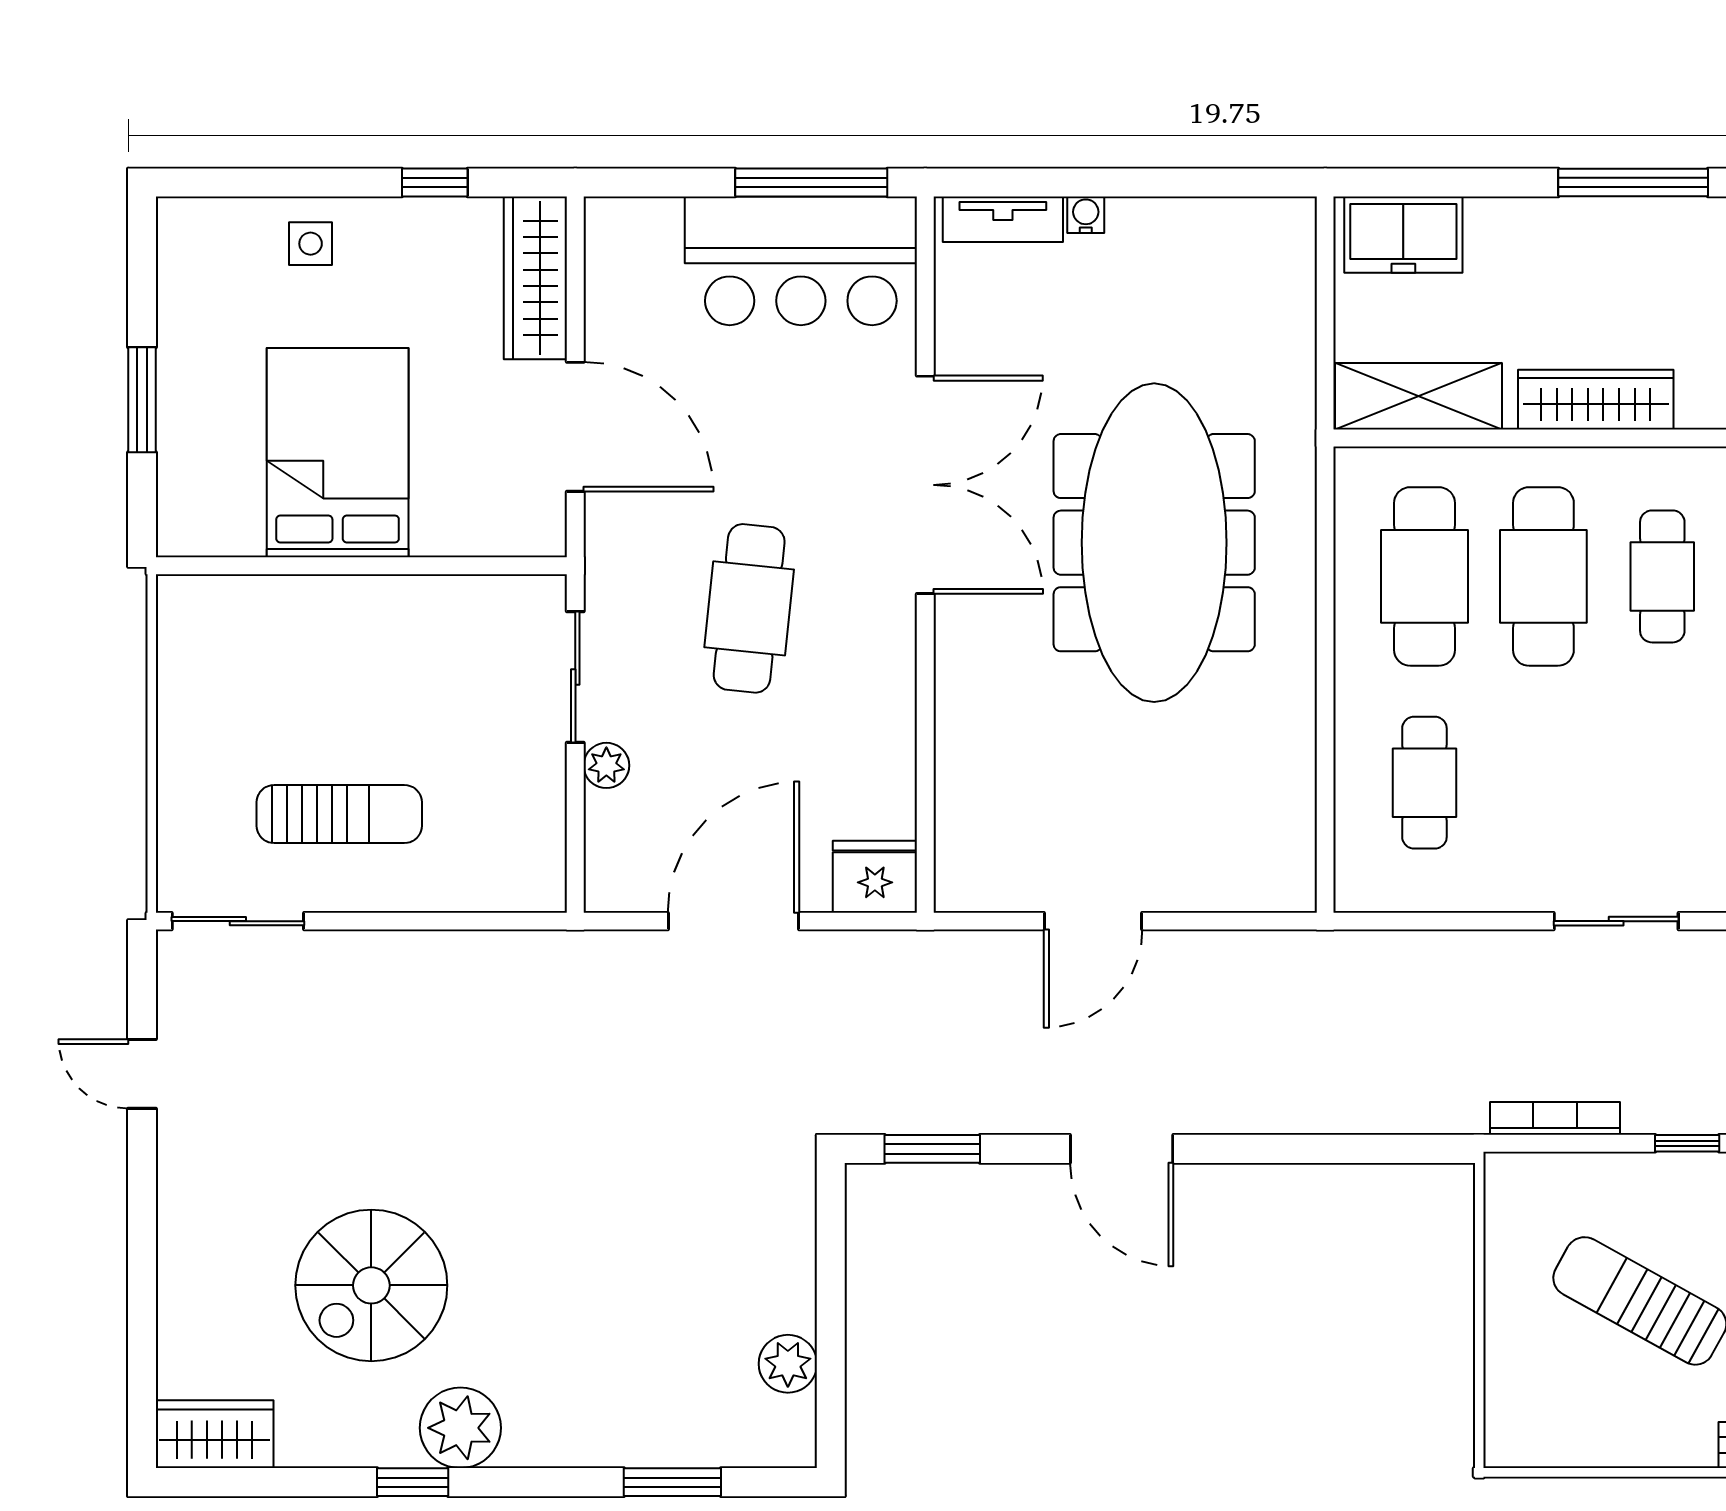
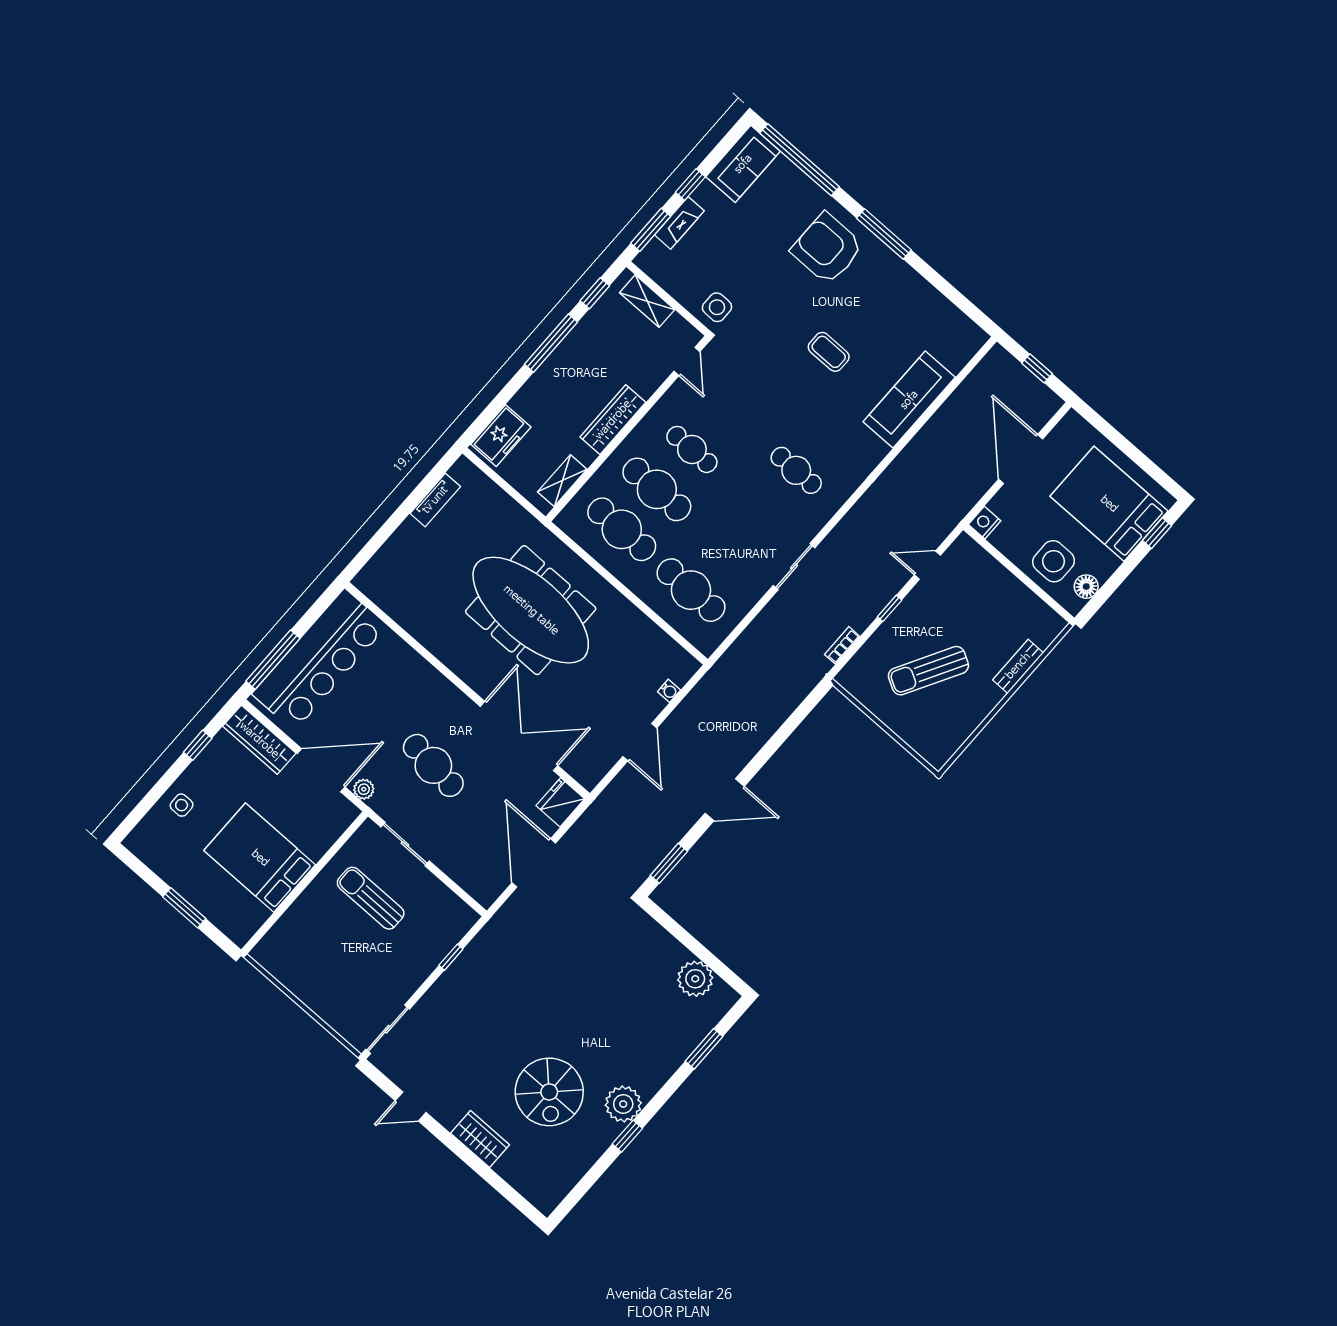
window: (811, 182) -> (273, 660), moved
water cooler: (1086, 215) -> (669, 691), moved, turned 180
tv unit: (1003, 219) -> (435, 500), moved
bar counter: (801, 261) -> (319, 660), width x1.36
shelving: (1418, 396) -> (562, 481), width x0.67, depth x0.75
double door: (925, 485) -> (519, 736), moved
plant: (606, 765) -> (364, 789), moved
cafe table: (1424, 783) -> (691, 590), width x1.37, depth x1.35
sun lounger: (339, 814) -> (371, 898), moved, turned -90
window: (452, 921) -> (451, 957), added
bookcase: (1555, 1118) -> (842, 645), width x0.64
plant: (788, 1364) -> (695, 979), width x1.36, depth x1.36
wardrobe: (215, 1434) -> (480, 1139), moved, turned 90

